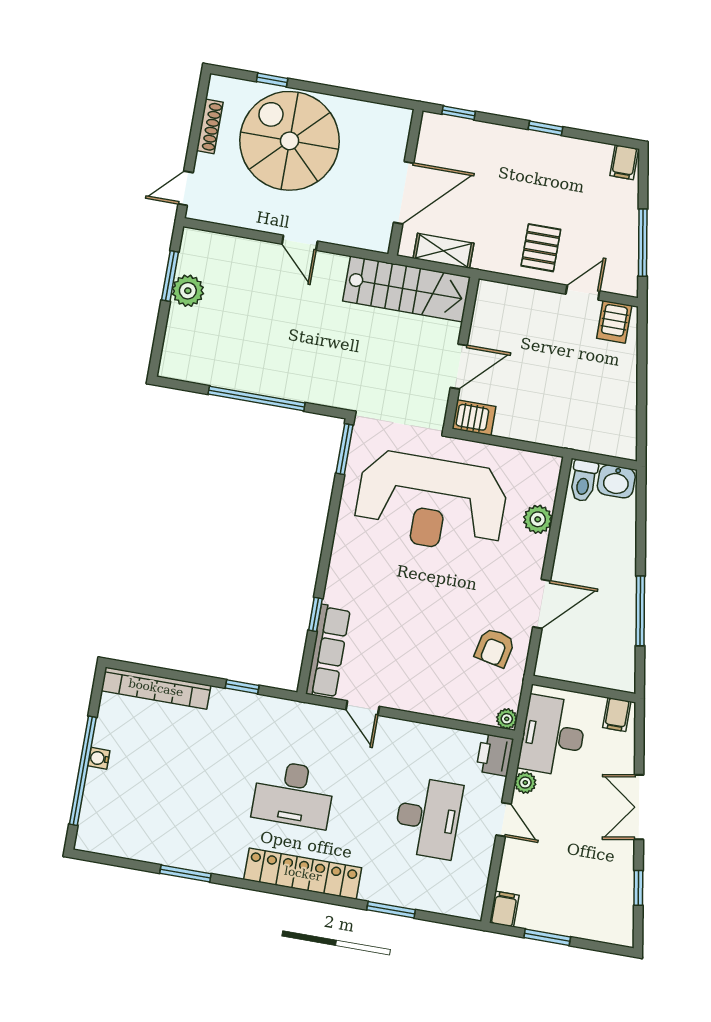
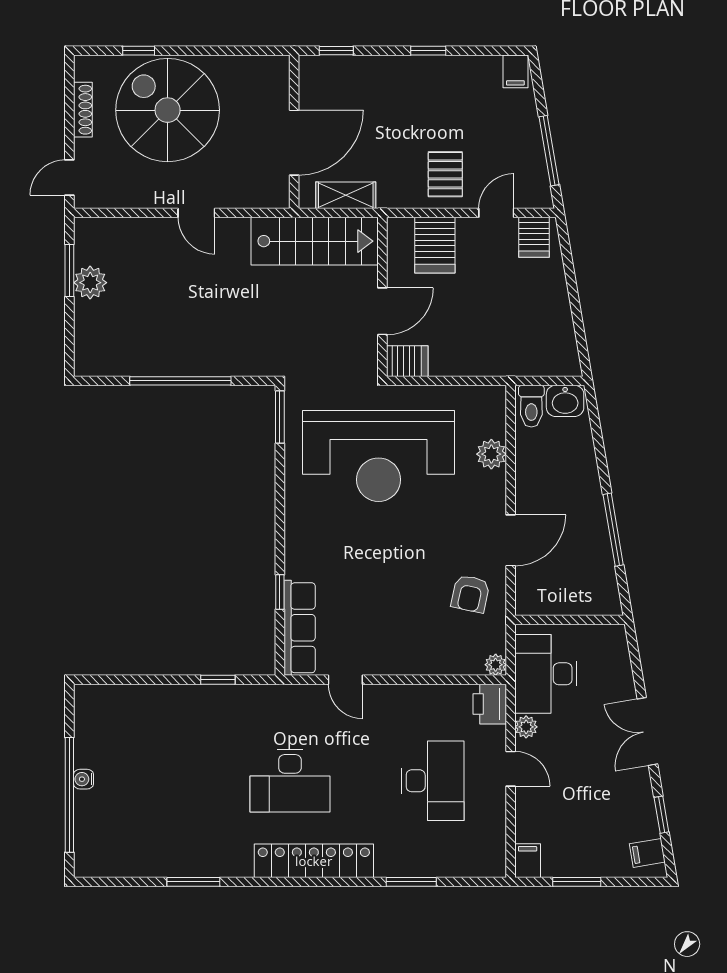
server rack: (519, 313) -> (435, 245), added
bookcase: (156, 688) -> (129, 697), removed
filing cabinet: (617, 715) -> (647, 853), moved, turned 80

